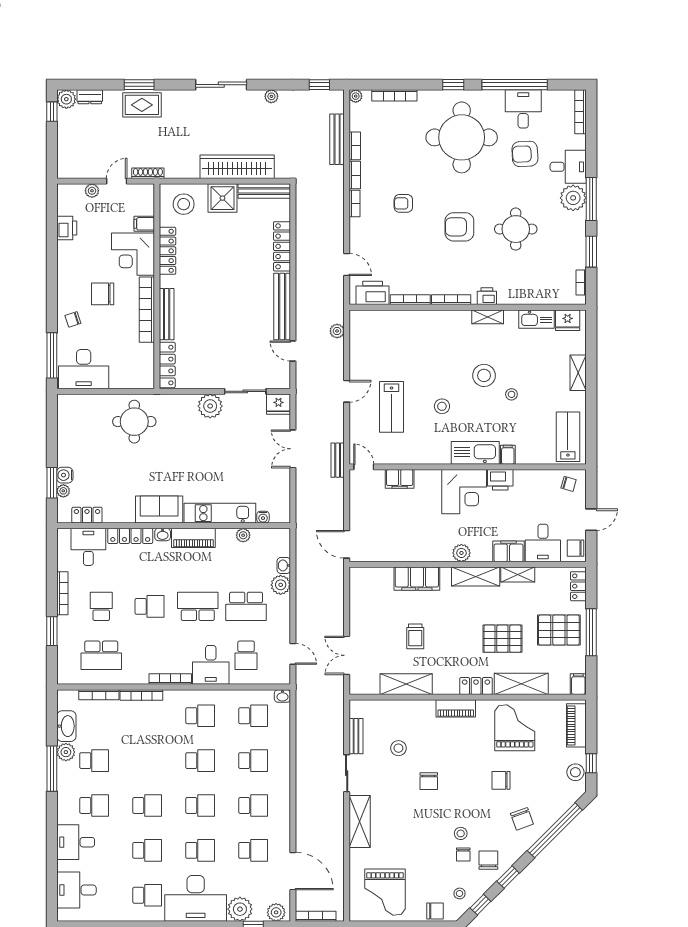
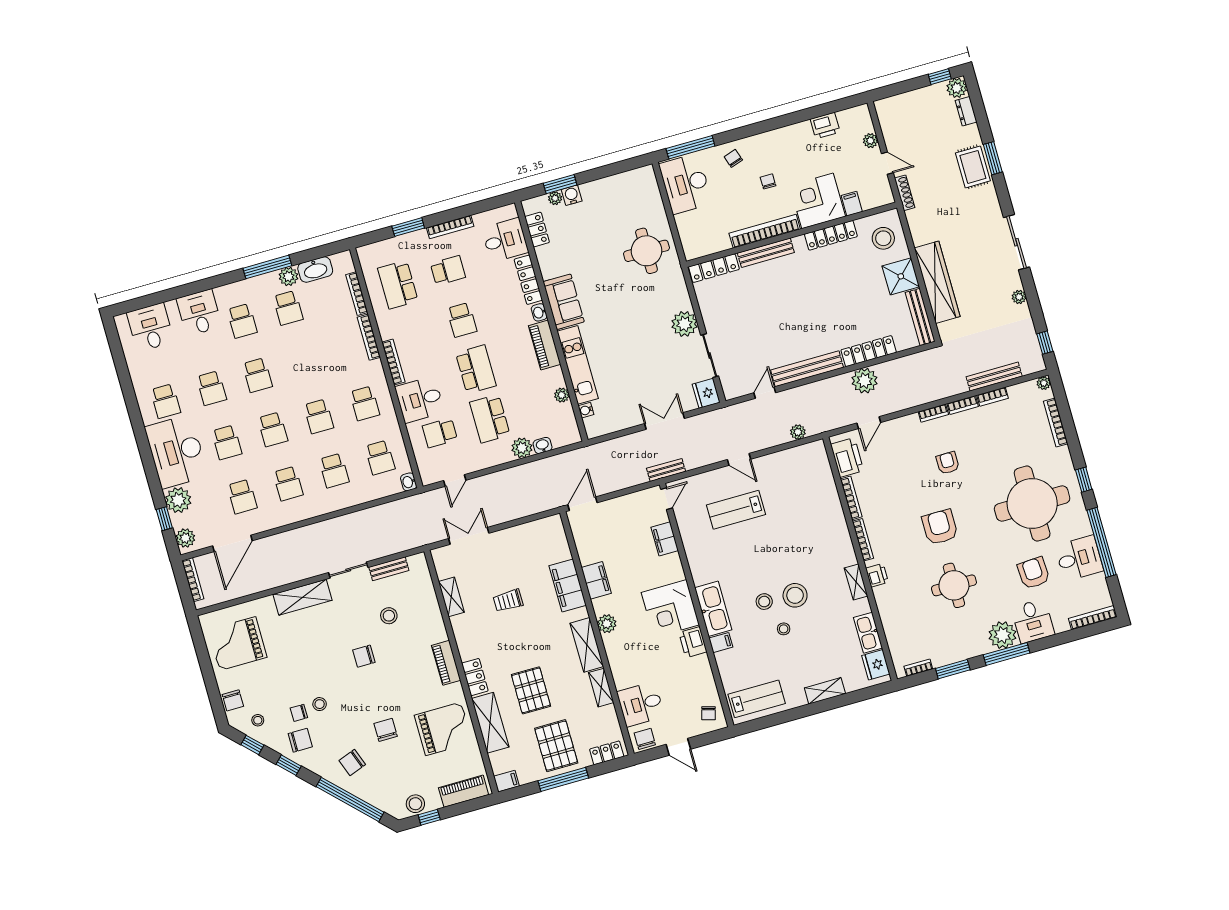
plant: (308, 258) -> (865, 381), added
chair: (103, 294) -> (768, 181), width x0.54, depth x0.54
stool: (442, 406) -> (764, 602), moved
filing cabinet: (508, 551) -> (596, 580), moved
shelving: (406, 684) -> (451, 597), width x0.67, depth x0.75

